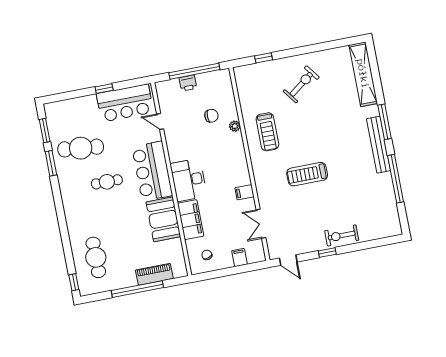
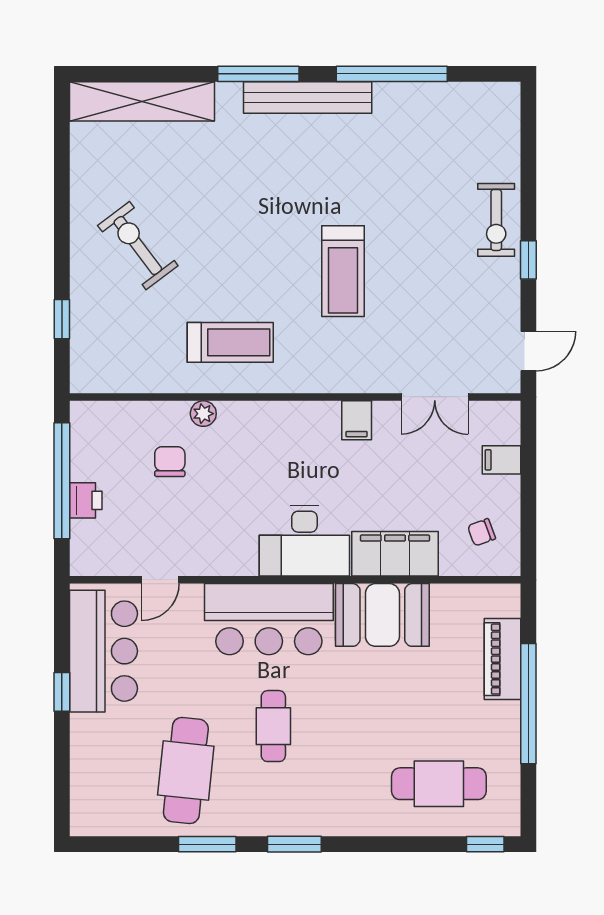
window: (45, 130) -> (294, 844), moved

